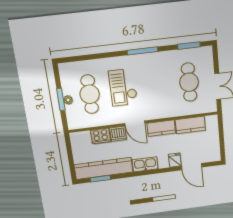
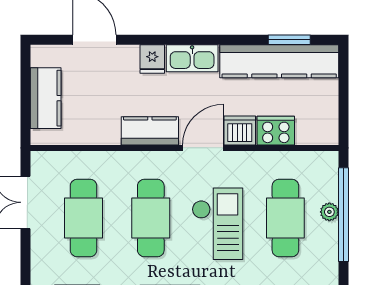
cafe table: (156, 86) -> (151, 218), added
window: (61, 99) -> (343, 215), width x2.11
door: (135, 123) -> (203, 148), hinge flipped
kitchen counter: (190, 125) -> (46, 98), moved, turned 90
fridge: (175, 160) -> (152, 59), moved

